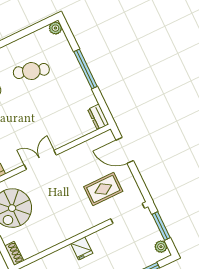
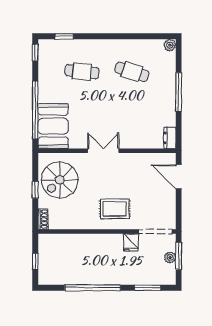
rug: (103, 189) -> (115, 209), moved
plant: (161, 247) -> (170, 257), moved
fridge: (82, 248) -> (131, 242), moved

